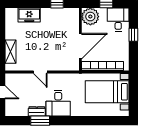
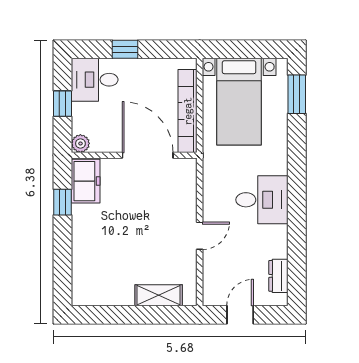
freezer: (29, 15) -> (86, 181), moved
plant: (90, 17) -> (80, 143), width x0.53, depth x0.53
dresser: (37, 111) -> (278, 276), moved
window: (40, 121) -> (297, 94), moved

